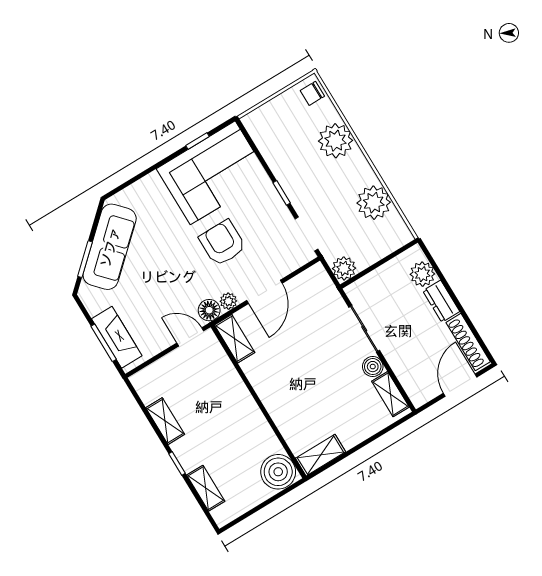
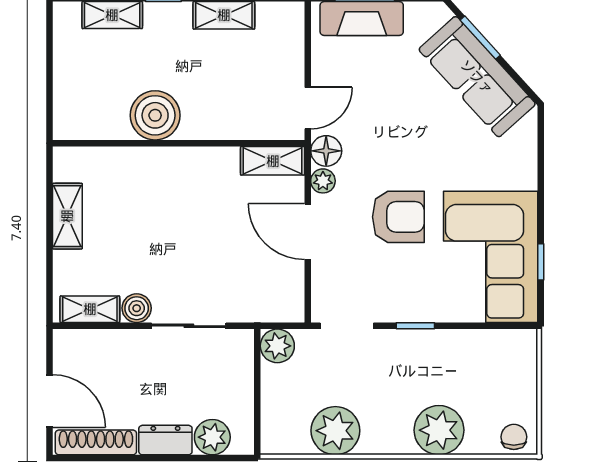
shelving: (321, 455) -> (67, 216), moved
boiler: (278, 472) -> (155, 115), moved

